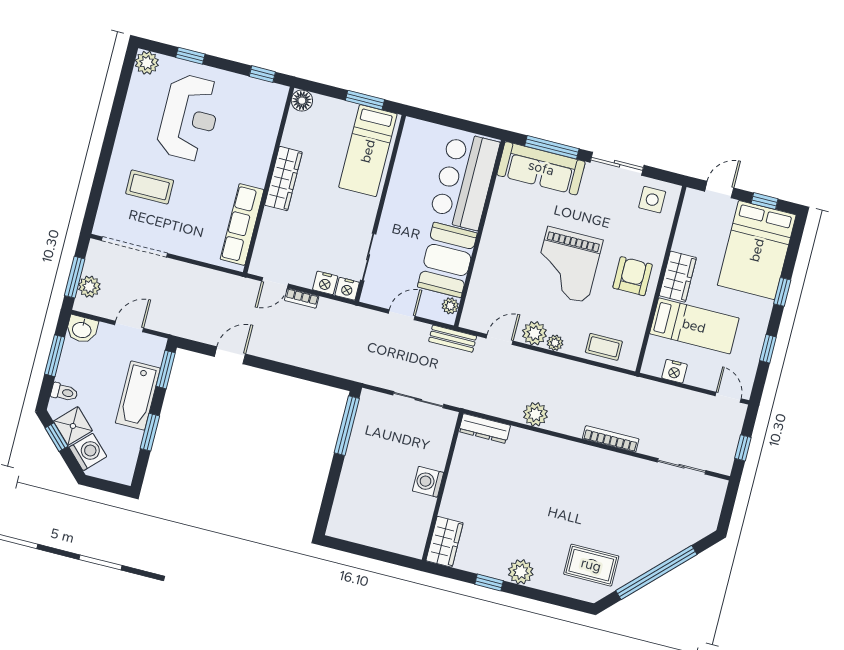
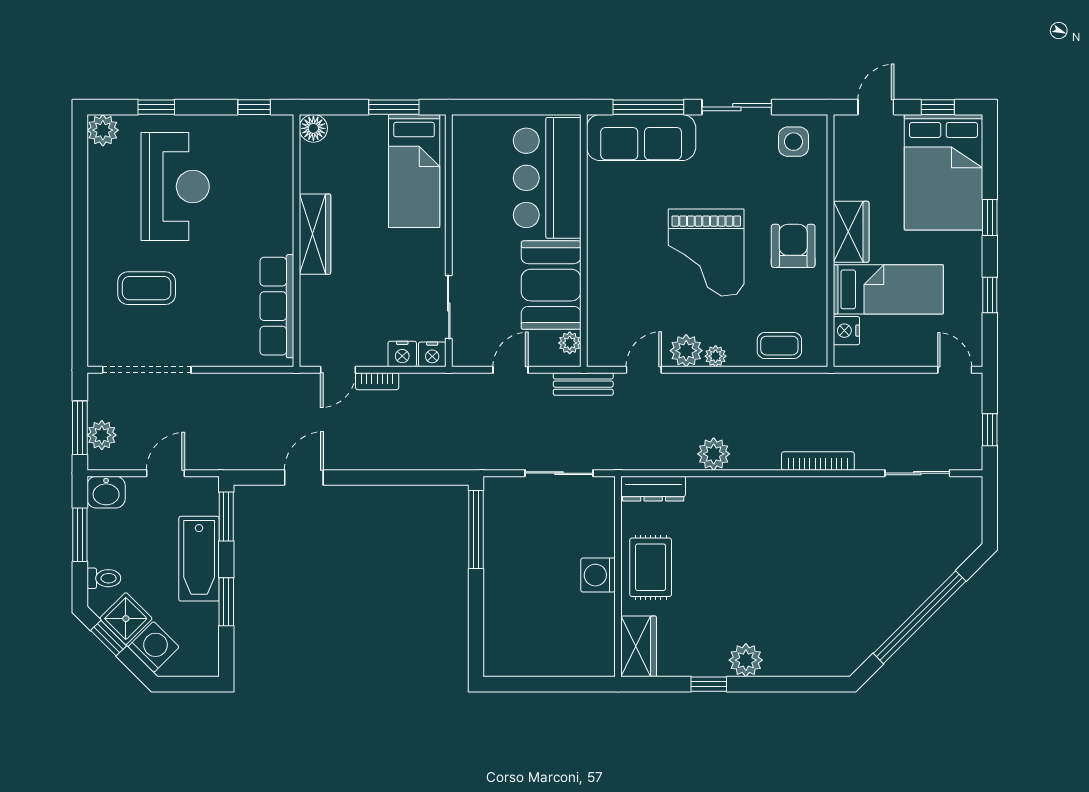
nightstand: (674, 371) -> (846, 331), moved, turned 90
rug: (591, 565) -> (651, 567), moved, turned 90

